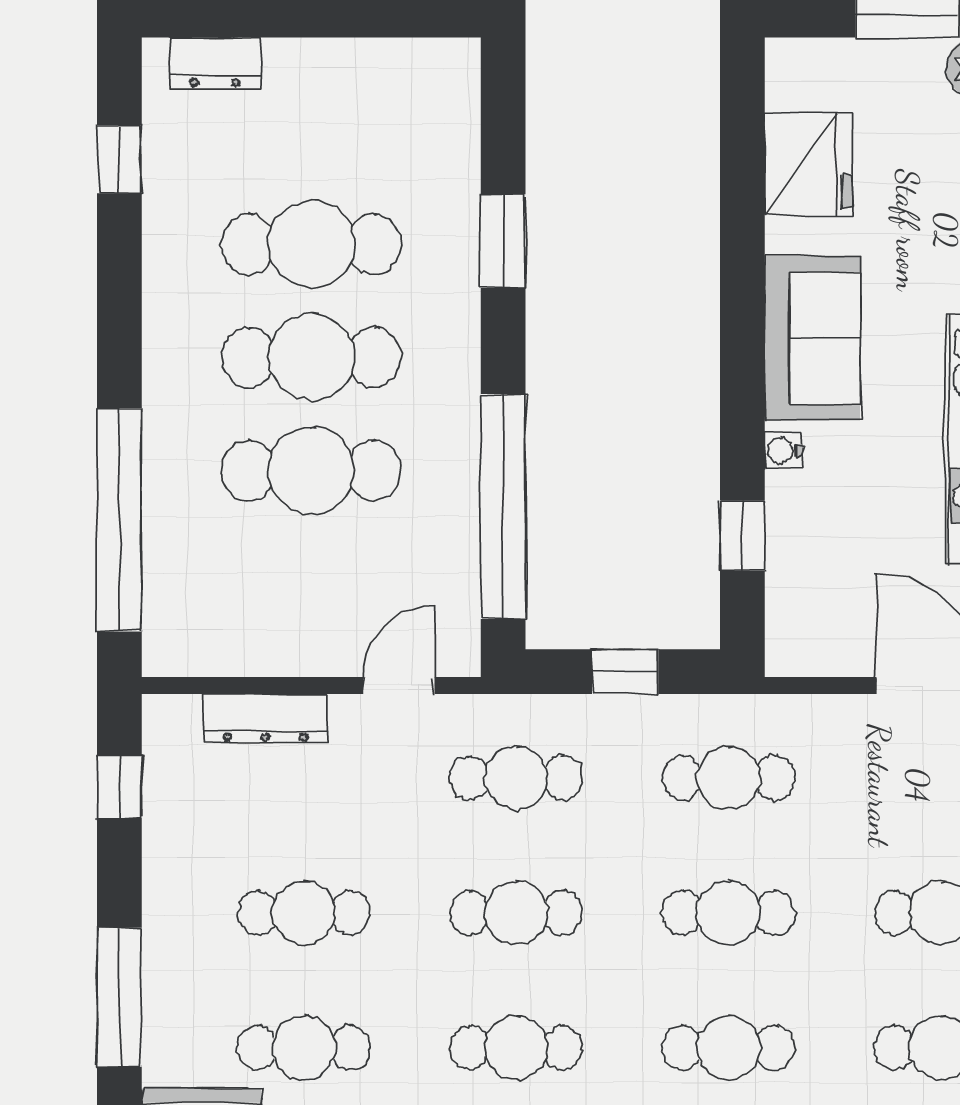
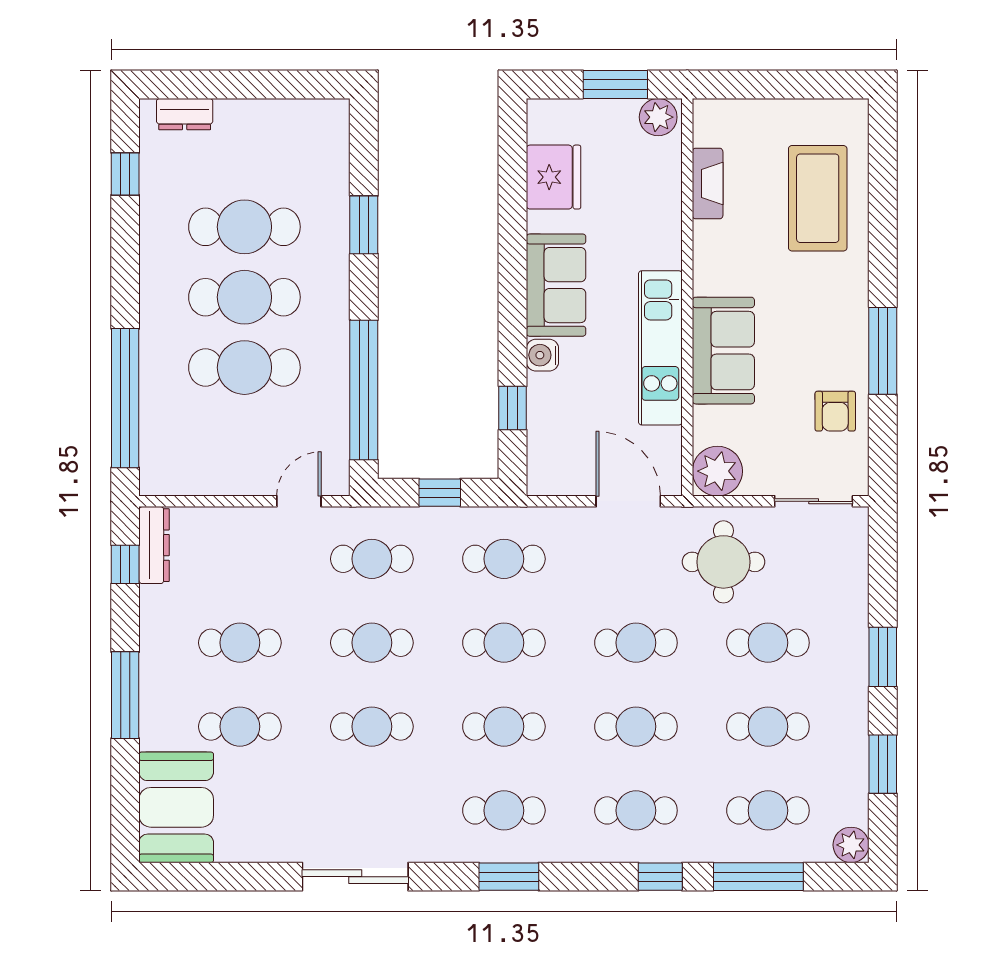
water cooler: (783, 451) -> (542, 355), width x1.38, depth x1.38
dresser: (266, 718) -> (154, 545), moved, turned -90

